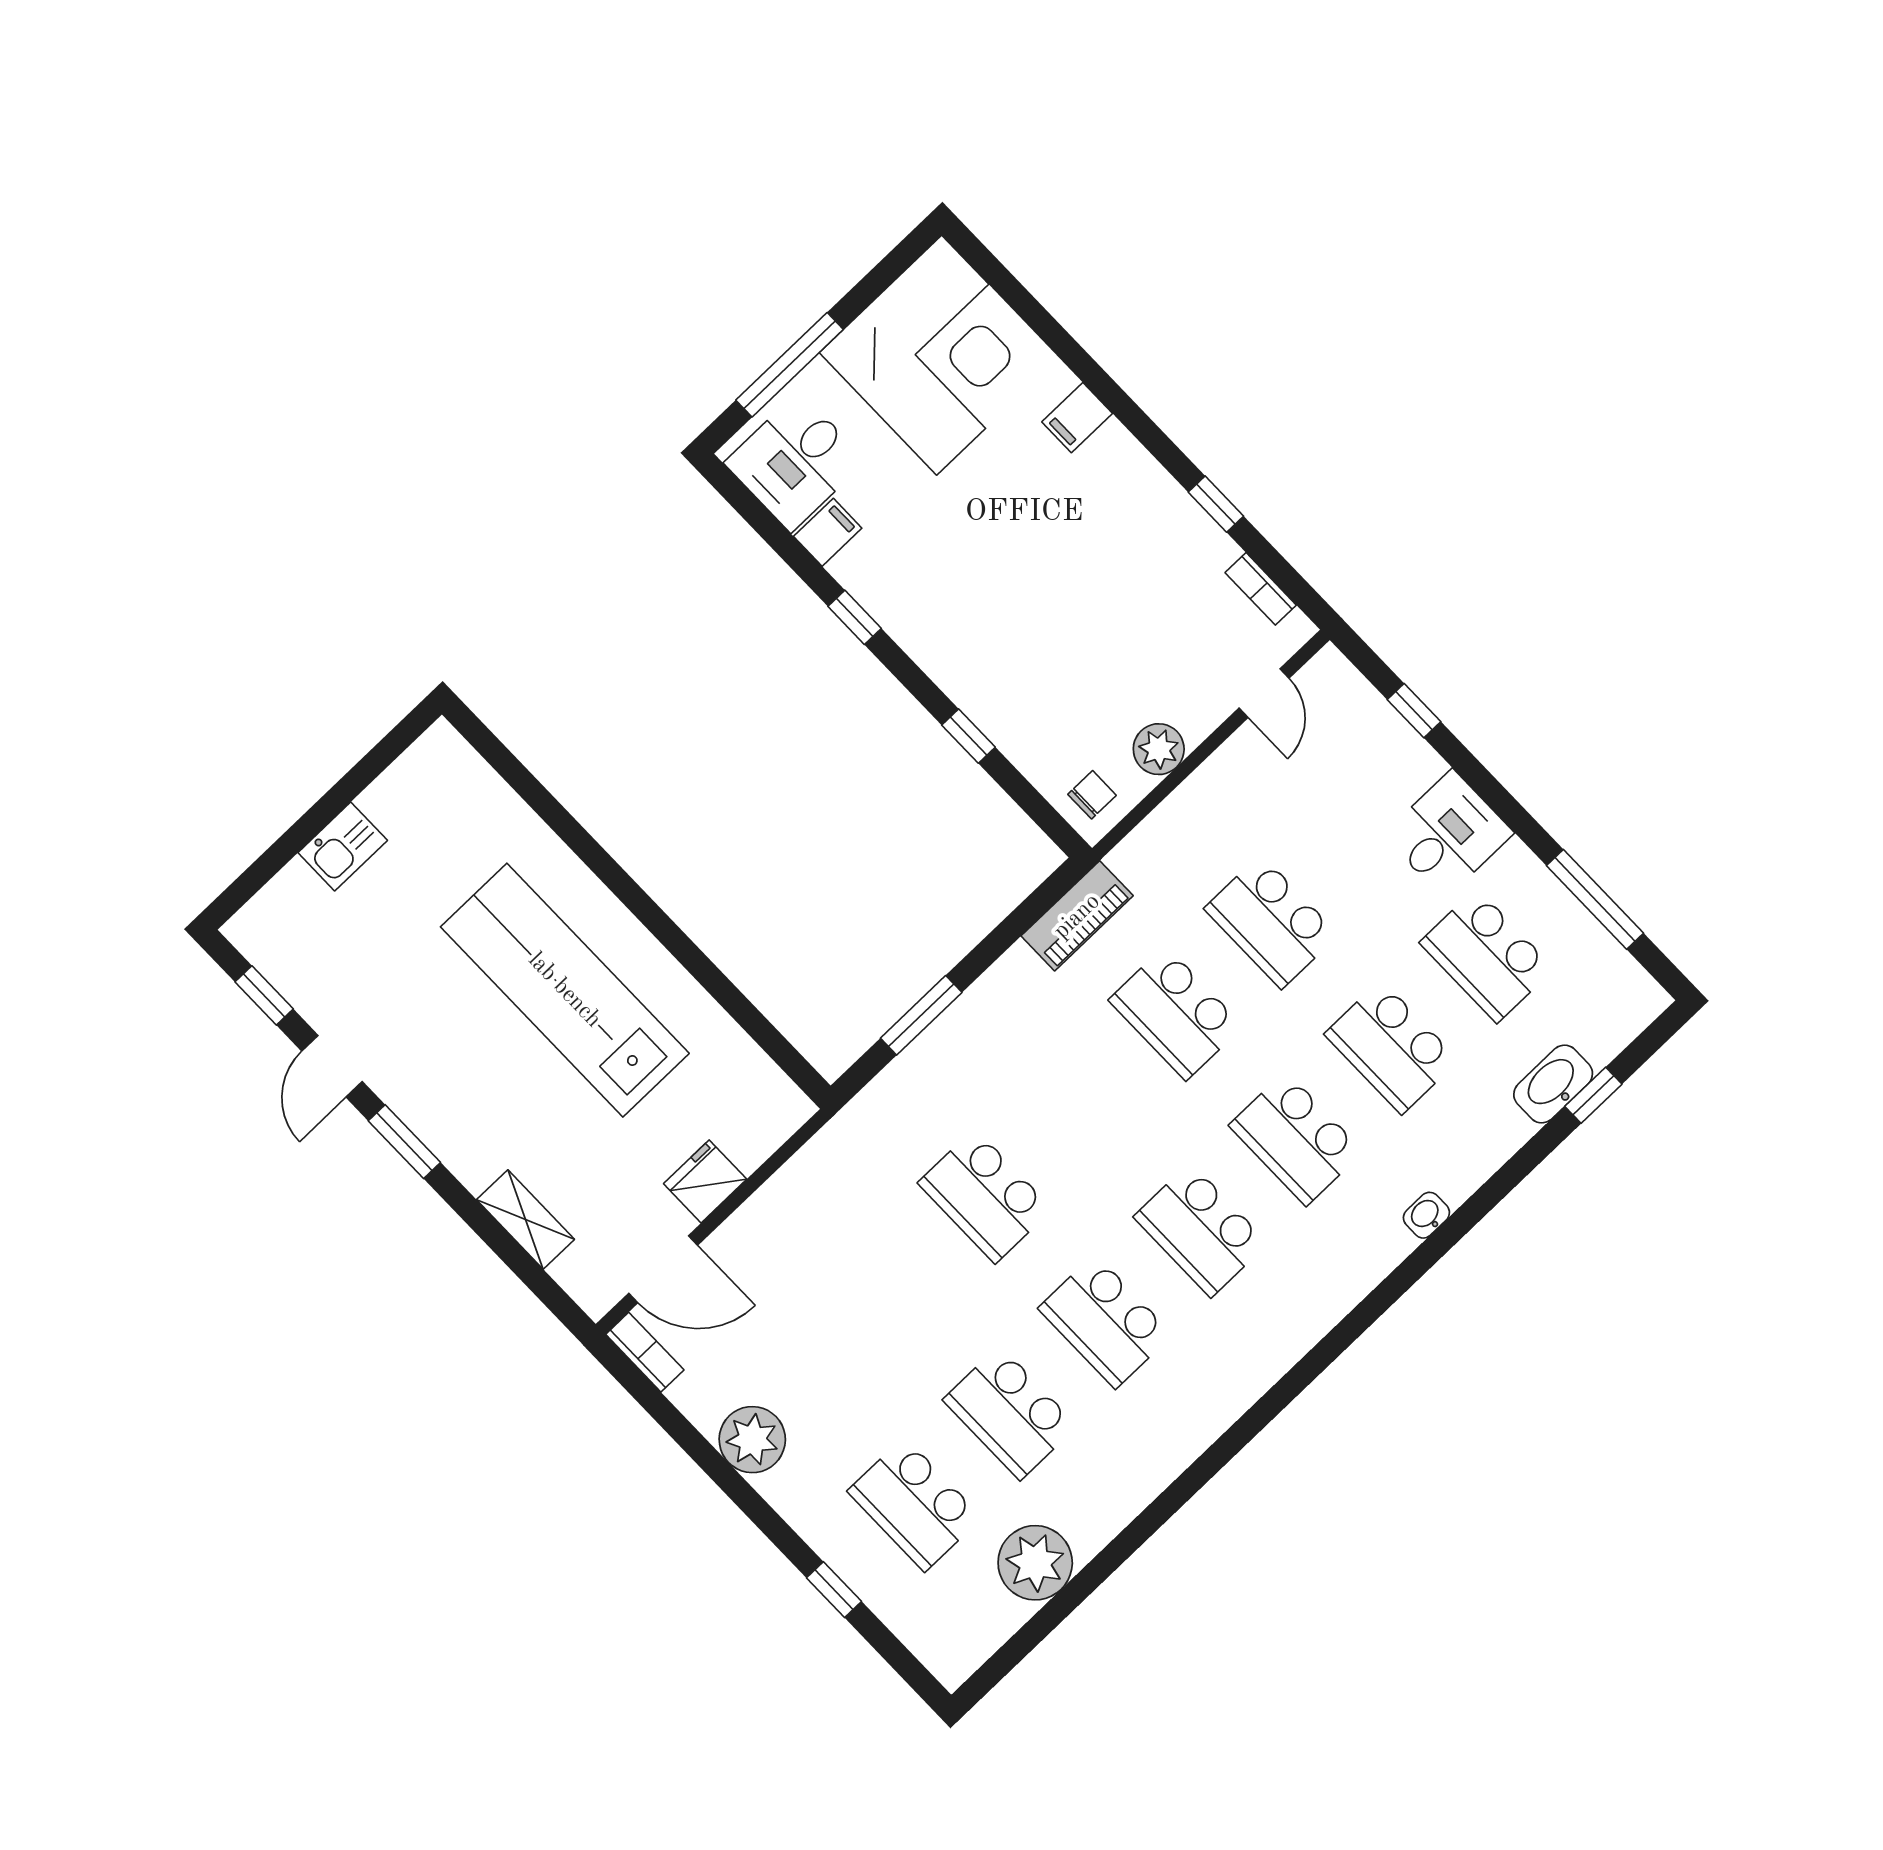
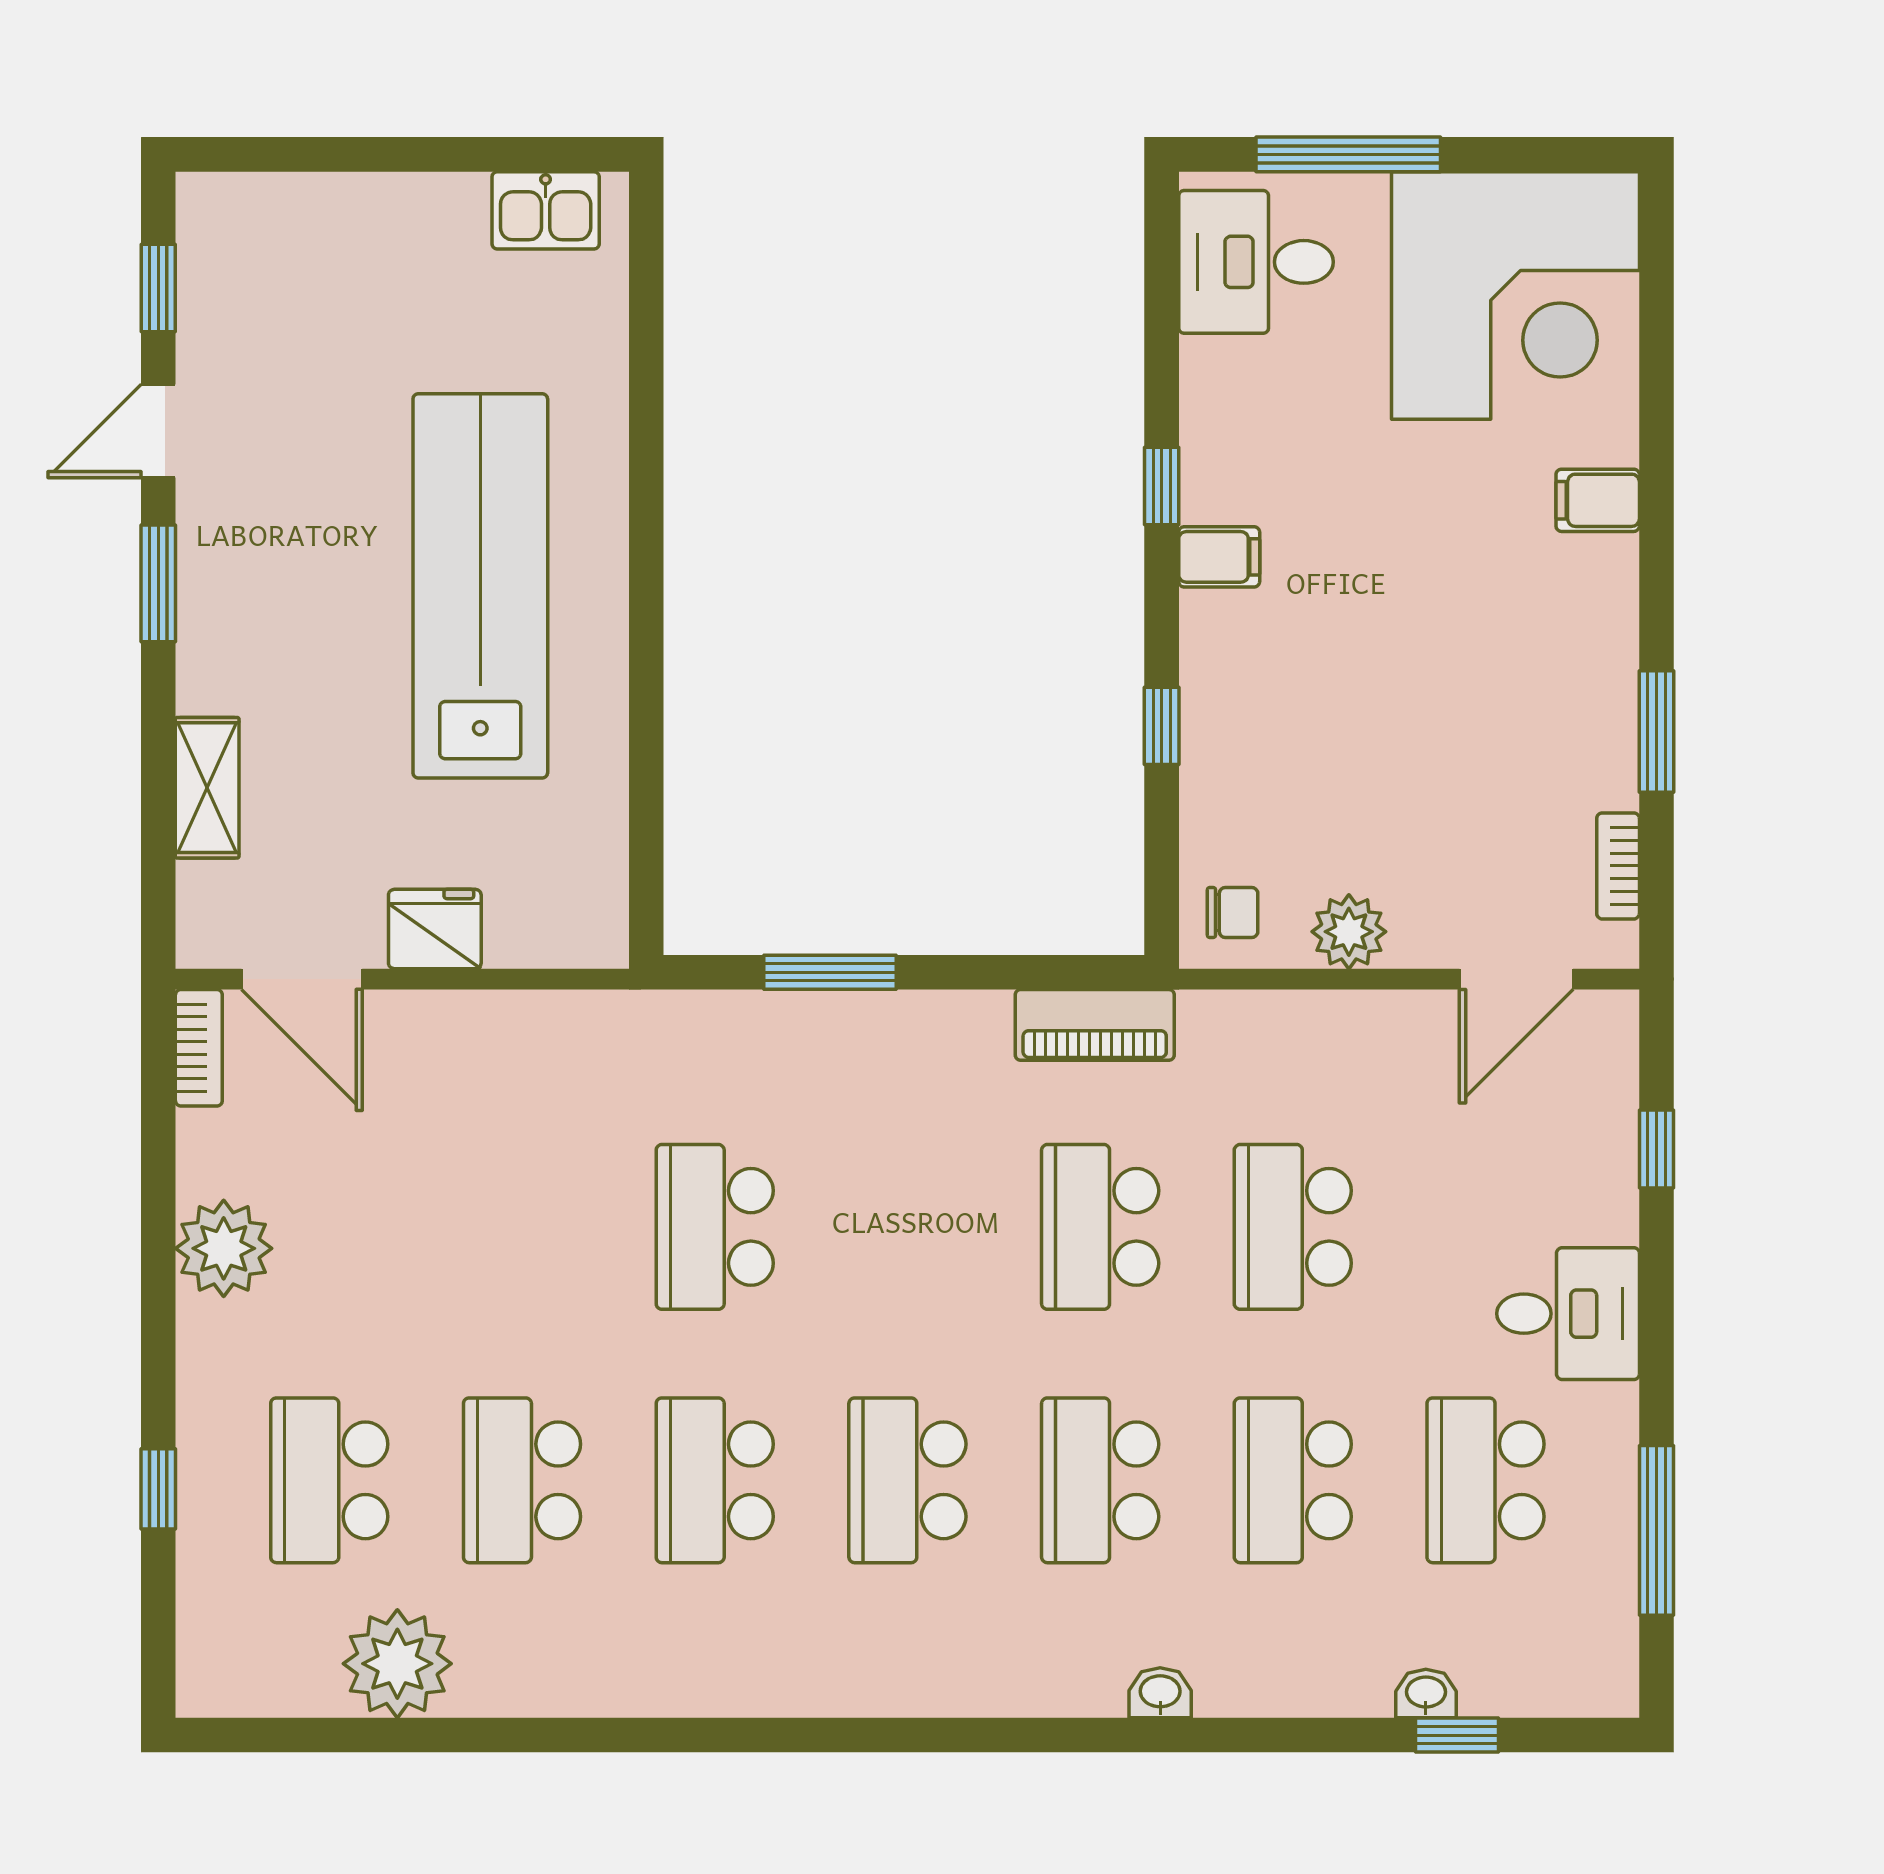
window: (1216, 504) -> (1656, 732), width x1.50
filing cabinet: (828, 532) -> (1219, 557), moved
door: (1264, 693) -> (1516, 979), width x1.38
kitchen sink: (343, 846) -> (546, 210), moved
washbasin: (1553, 1084) -> (1426, 1693), width x0.52, depth x0.69

